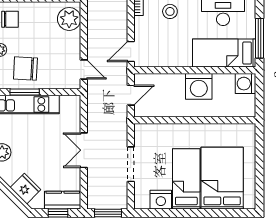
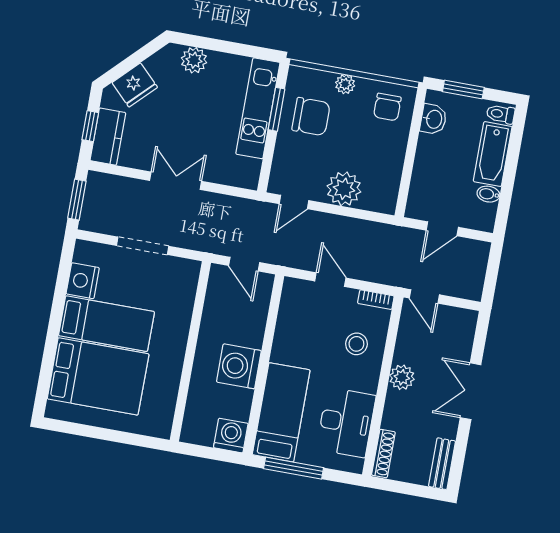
plant: (69, 19) -> (344, 189), moved
door: (131, 52) -> (330, 280), moved
chair: (25, 68) -> (311, 117), turned 87

